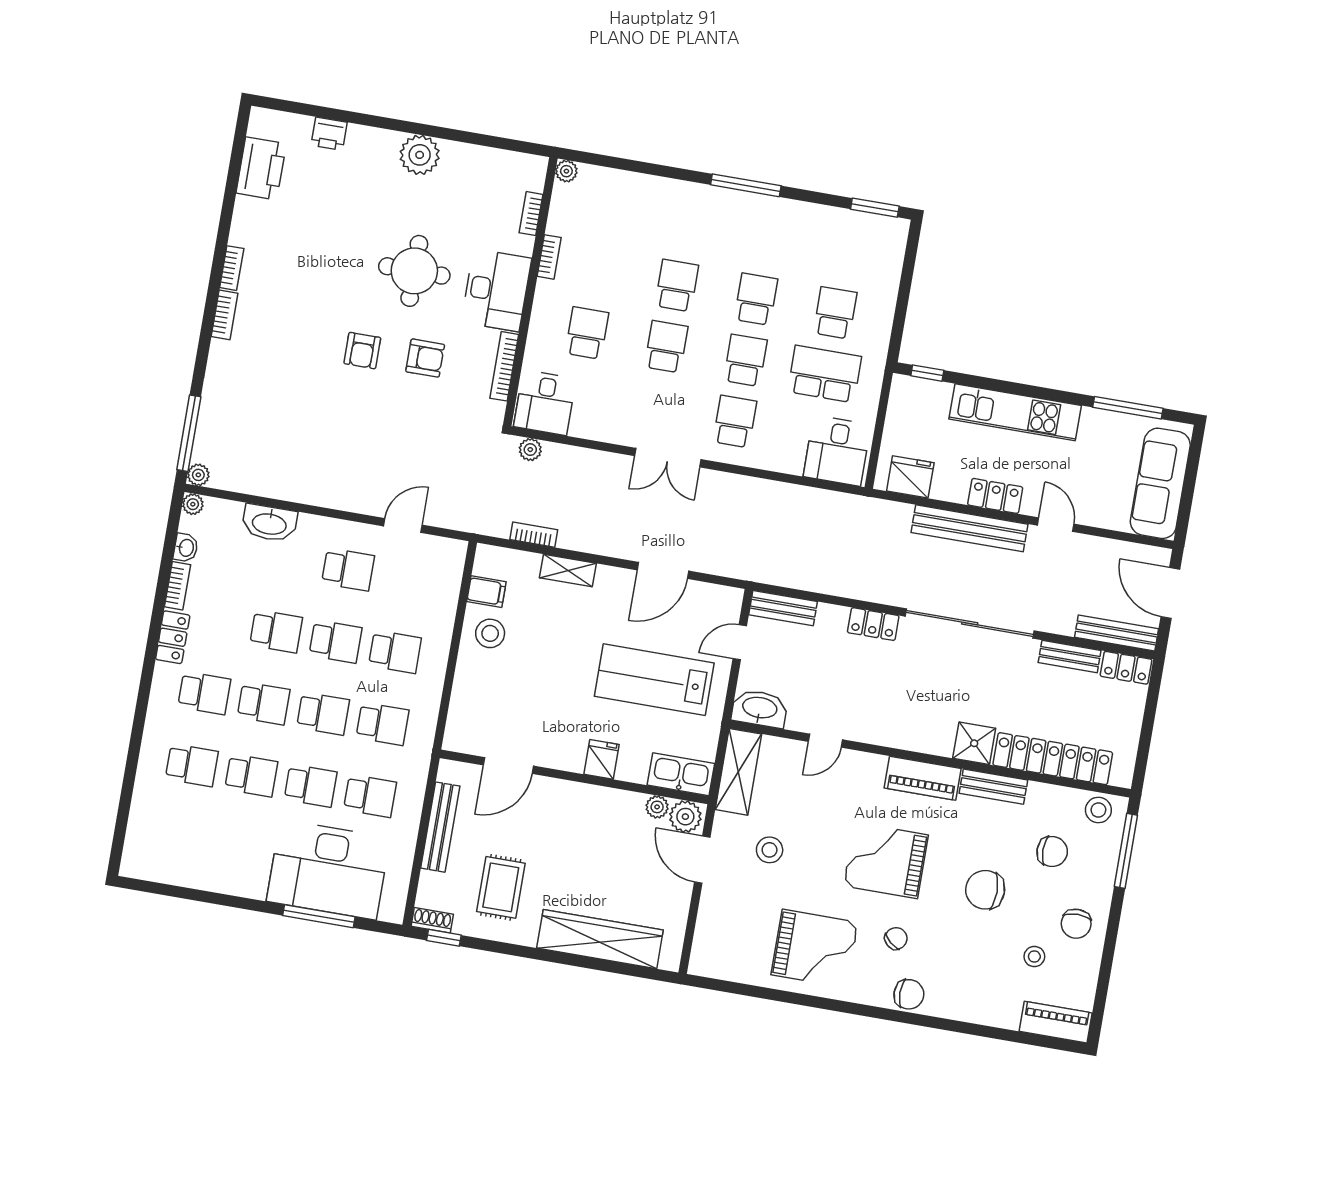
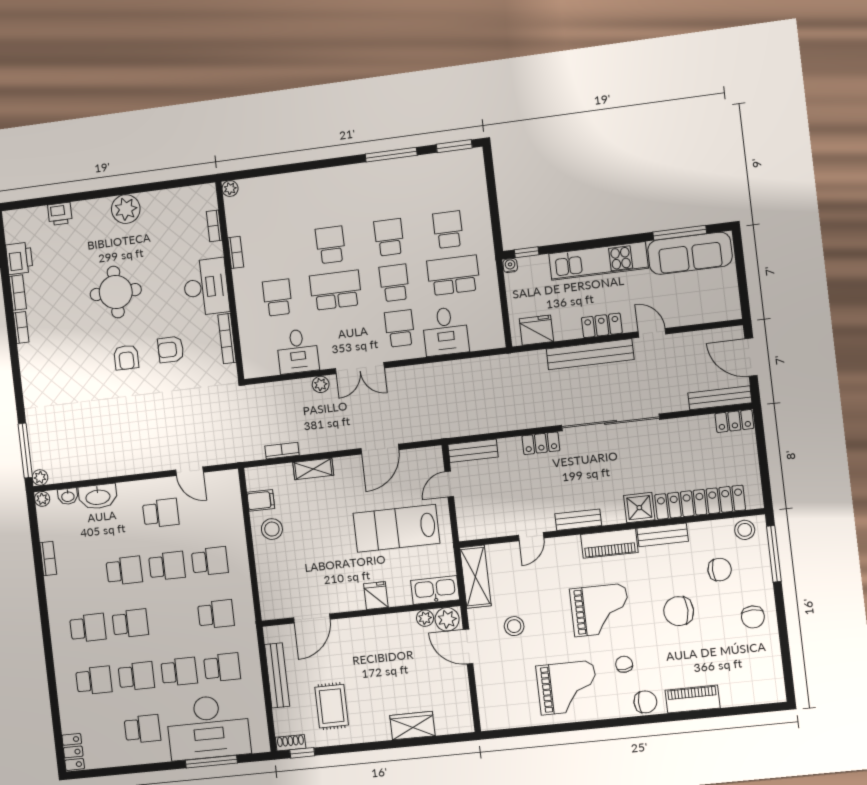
printer: (261, 168) -> (19, 258), width x0.73, depth x0.84
window: (746, 185) -> (391, 155), moved
round table: (414, 271) -> (116, 292), moved
bookcase: (225, 315) -> (18, 293), moved
school desk: (666, 347) -> (336, 290), width x1.85
armchair: (425, 358) -> (171, 349), turned 180
water cooler: (901, 384) -> (510, 265), added
desk: (545, 403) -> (298, 351), moved
plant: (530, 450) -> (321, 384), moved
desk: (837, 451) -> (445, 331), moved
sofa: (1160, 483) -> (690, 253), moved, turned -90
door: (403, 526) -> (190, 471), swing flipped
washbasin: (186, 548) -> (68, 496), moved, turned 90
locker: (173, 637) -> (73, 752), moved
bench: (1070, 657) -> (578, 520), moved
washbasin: (760, 709) -> (477, 527), removed
school desk: (323, 714) -> (142, 729), moved
grand piano: (886, 860) -> (600, 610), turned 180
chair: (896, 938) -> (624, 664), turned -49
wardrobe: (600, 939) -> (412, 726), width x0.48, depth x0.85
stool: (1034, 956) -> (729, 649), removed
piano: (1056, 1022) -> (693, 699), moved

